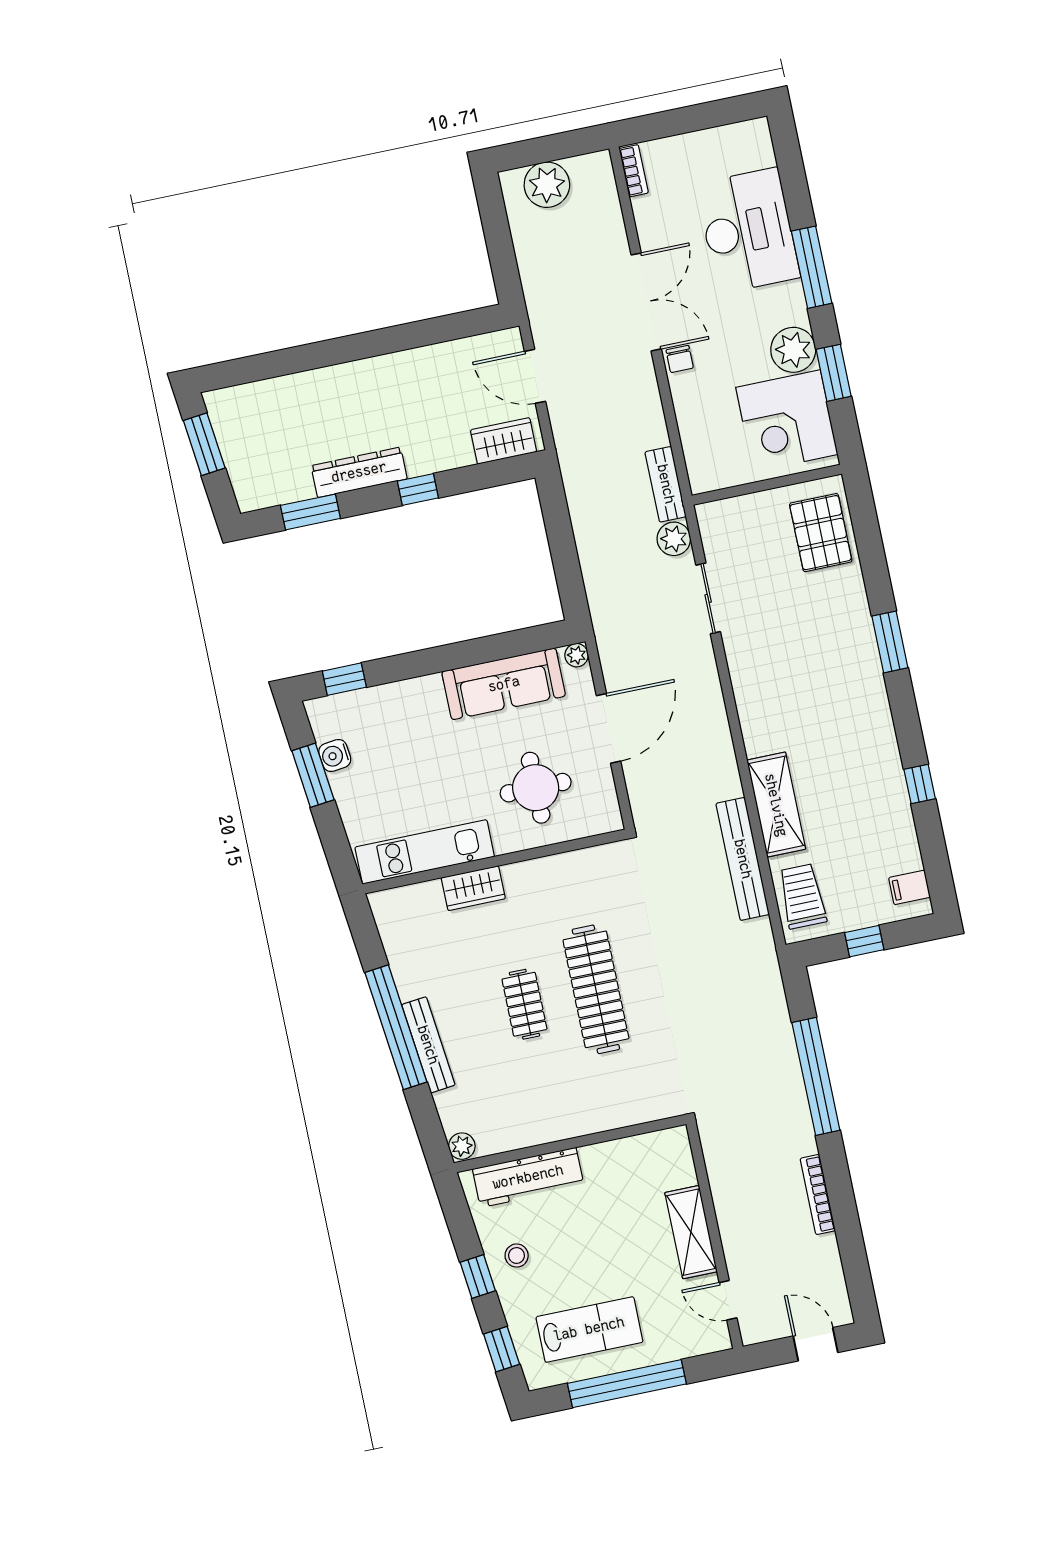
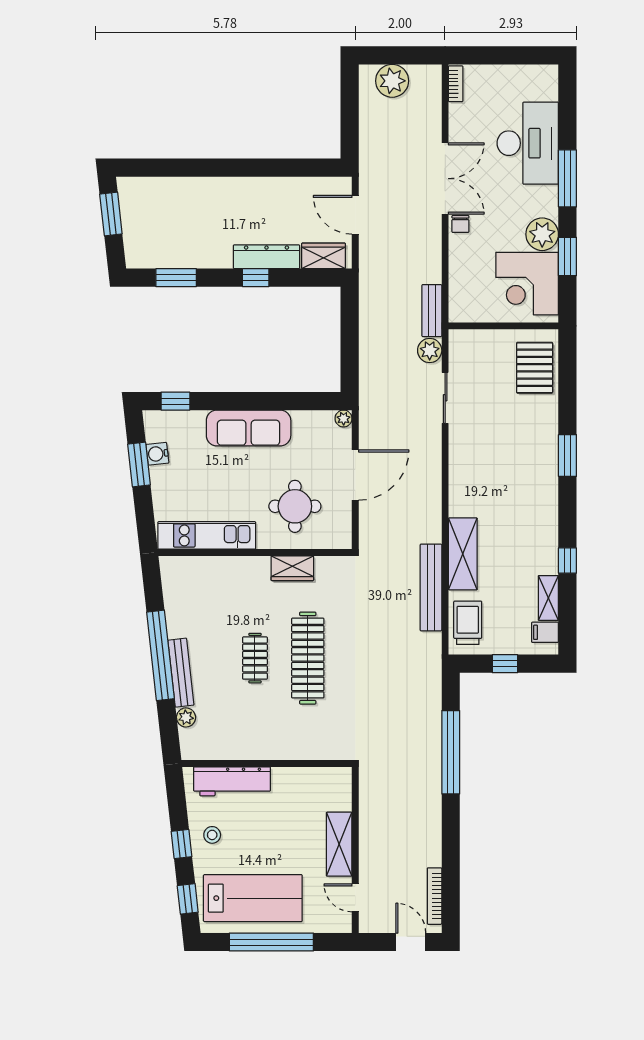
dresser: (359, 472) -> (266, 257), moved
sofa: (504, 684) -> (249, 428), moved
shelving: (904, 840) -> (548, 598), added
wardrobe: (473, 888) -> (292, 568), moved
plant: (462, 1146) -> (186, 717), moved
bookcase: (818, 1195) -> (435, 896), moved
lab bench: (589, 1329) -> (253, 898), width x1.36, depth x1.39

